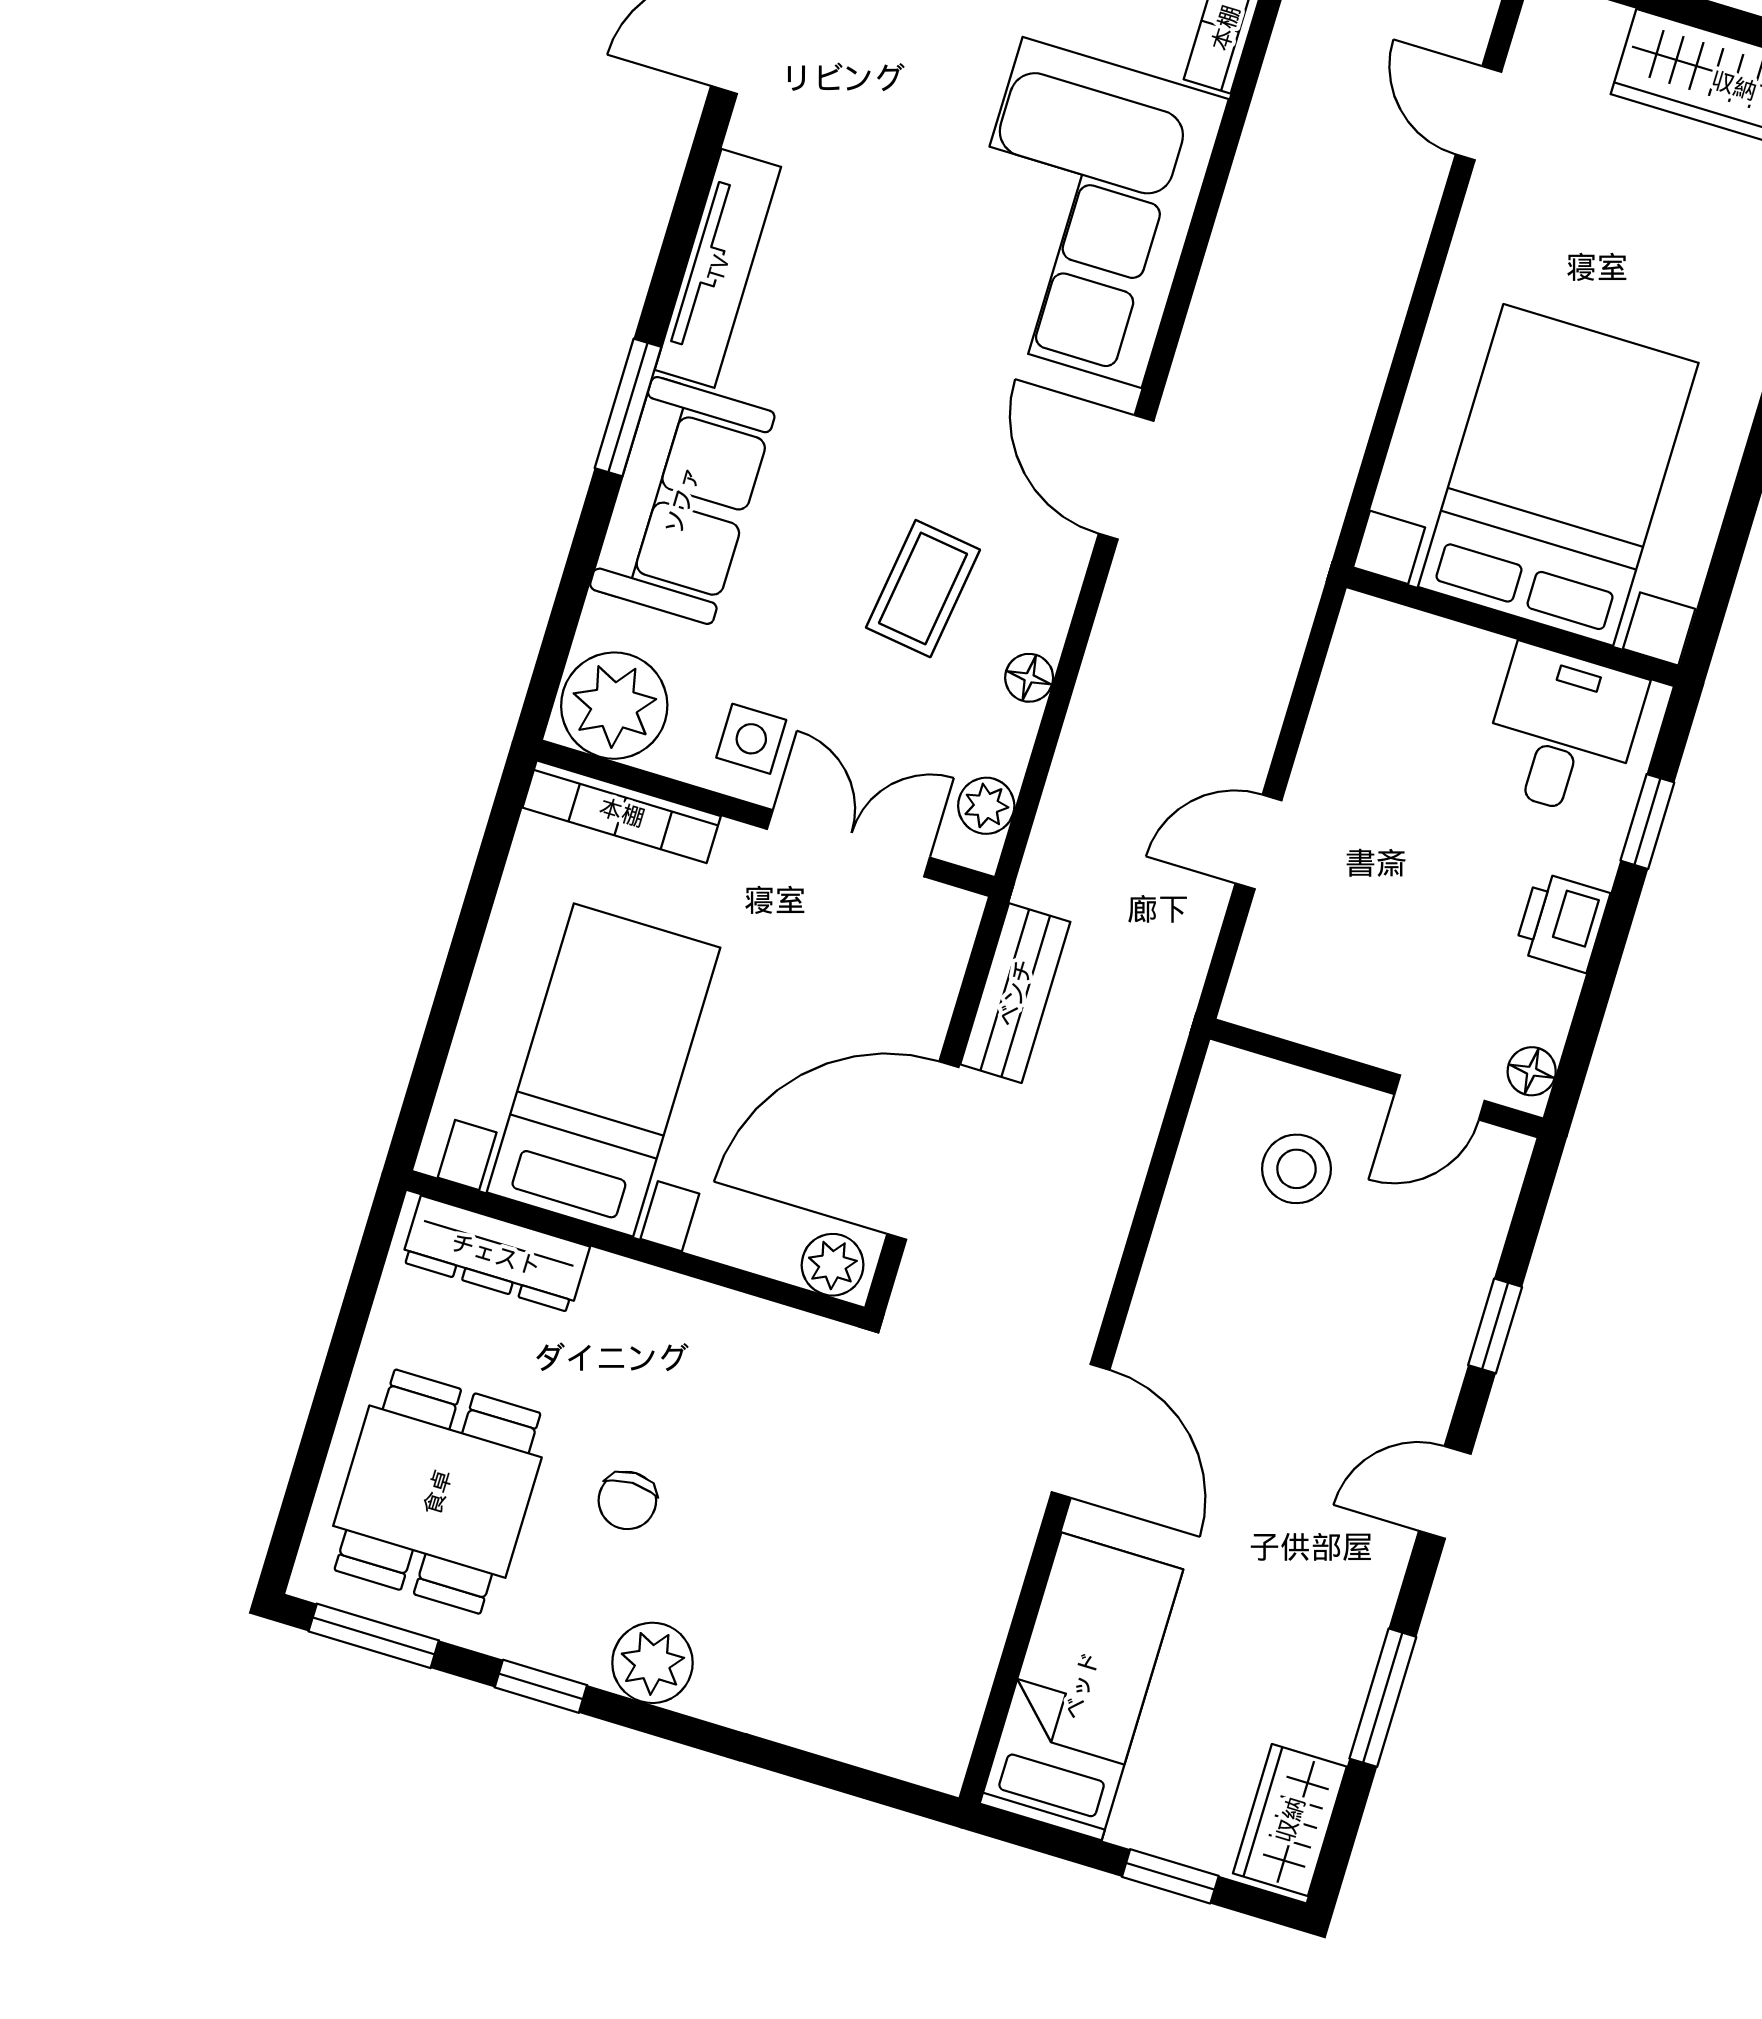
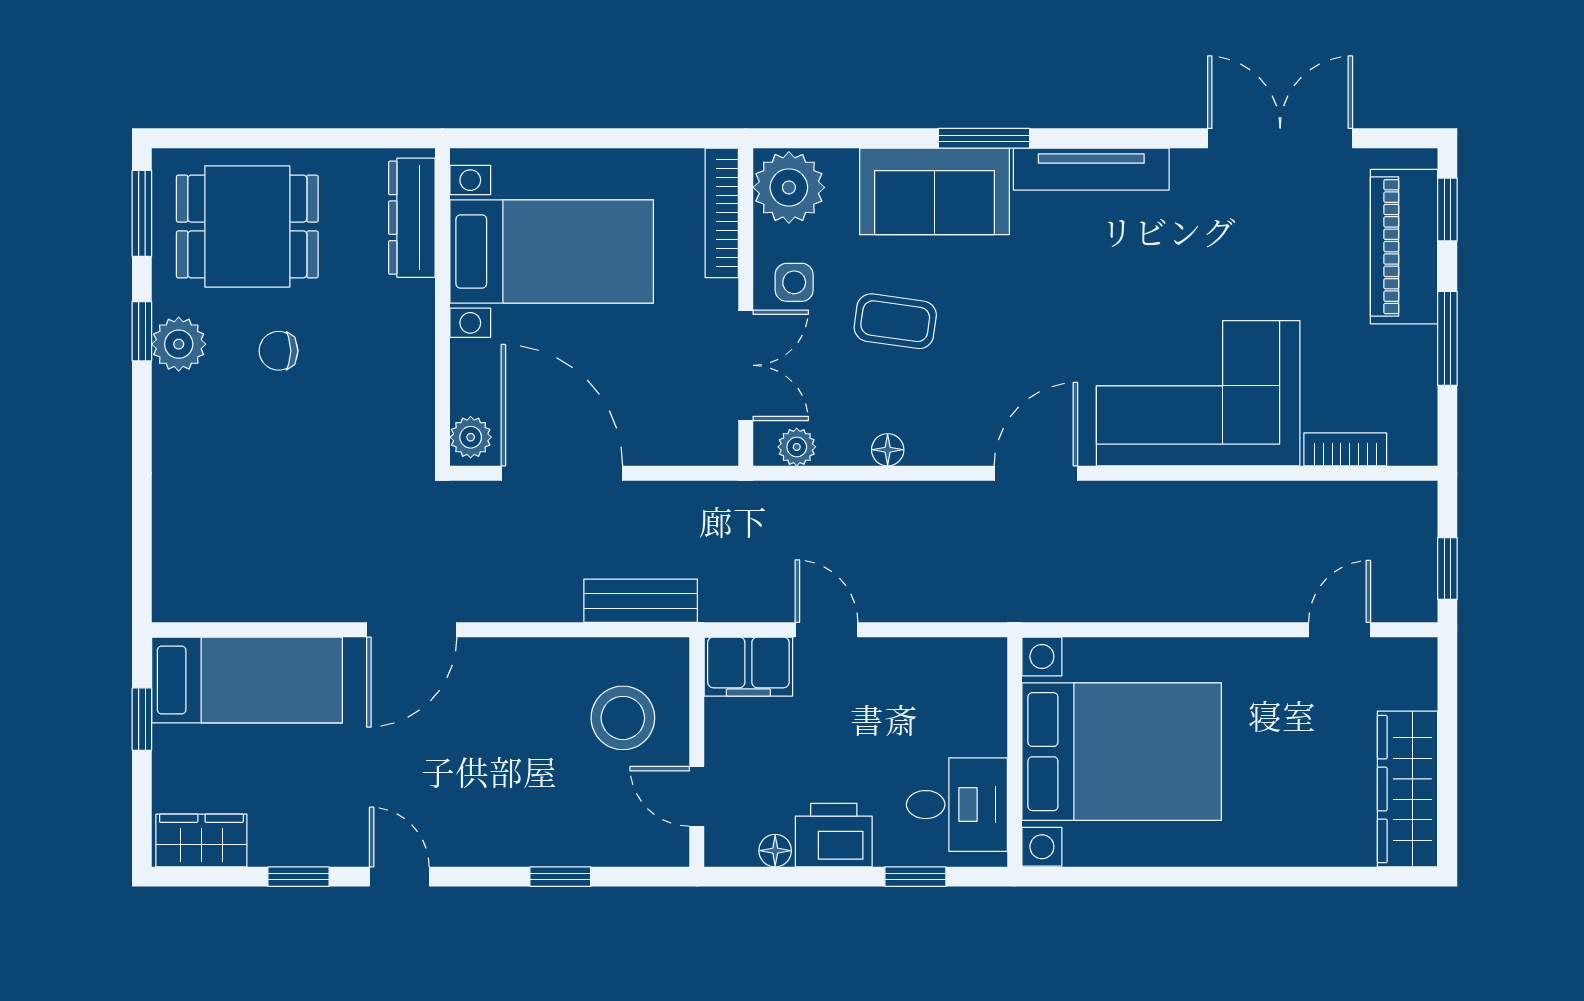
coffee table: (923, 589) -> (895, 321), moved
printer: (1562, 922) -> (834, 835), width x1.36, depth x1.24
filing cabinet: (1277, 969) -> (748, 667), added
bench: (1015, 993) -> (641, 601), moved
floor lamp: (1532, 1071) -> (775, 851), moved
stool: (1296, 1169) -> (623, 718), width x1.38, depth x1.38
door: (1445, 1492) -> (399, 877), moved
plant: (652, 1663) -> (179, 344), moved
window: (1383, 1698) -> (299, 877), width x0.67
window: (1170, 1876) -> (142, 719), moved

